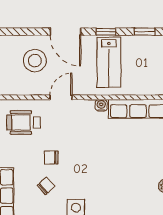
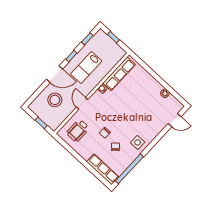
lab bench: (109, 62) -> (86, 67), turned 90

